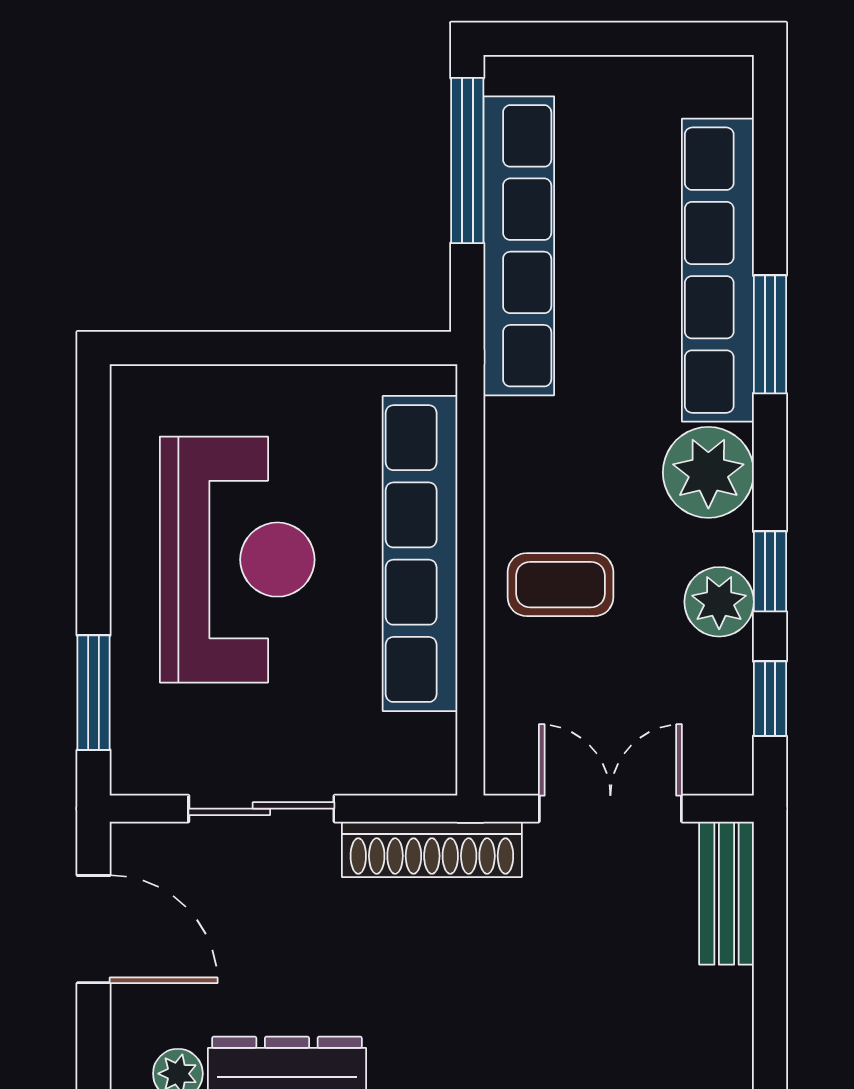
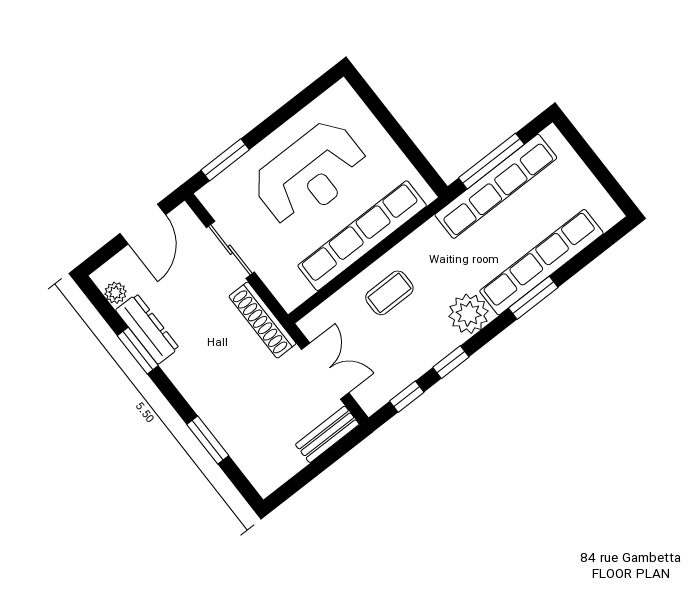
window: (467, 160) -> (491, 161), moved
coffee table: (560, 585) -> (389, 293), turned 90
plant: (719, 602) -> (427, 353), removed

